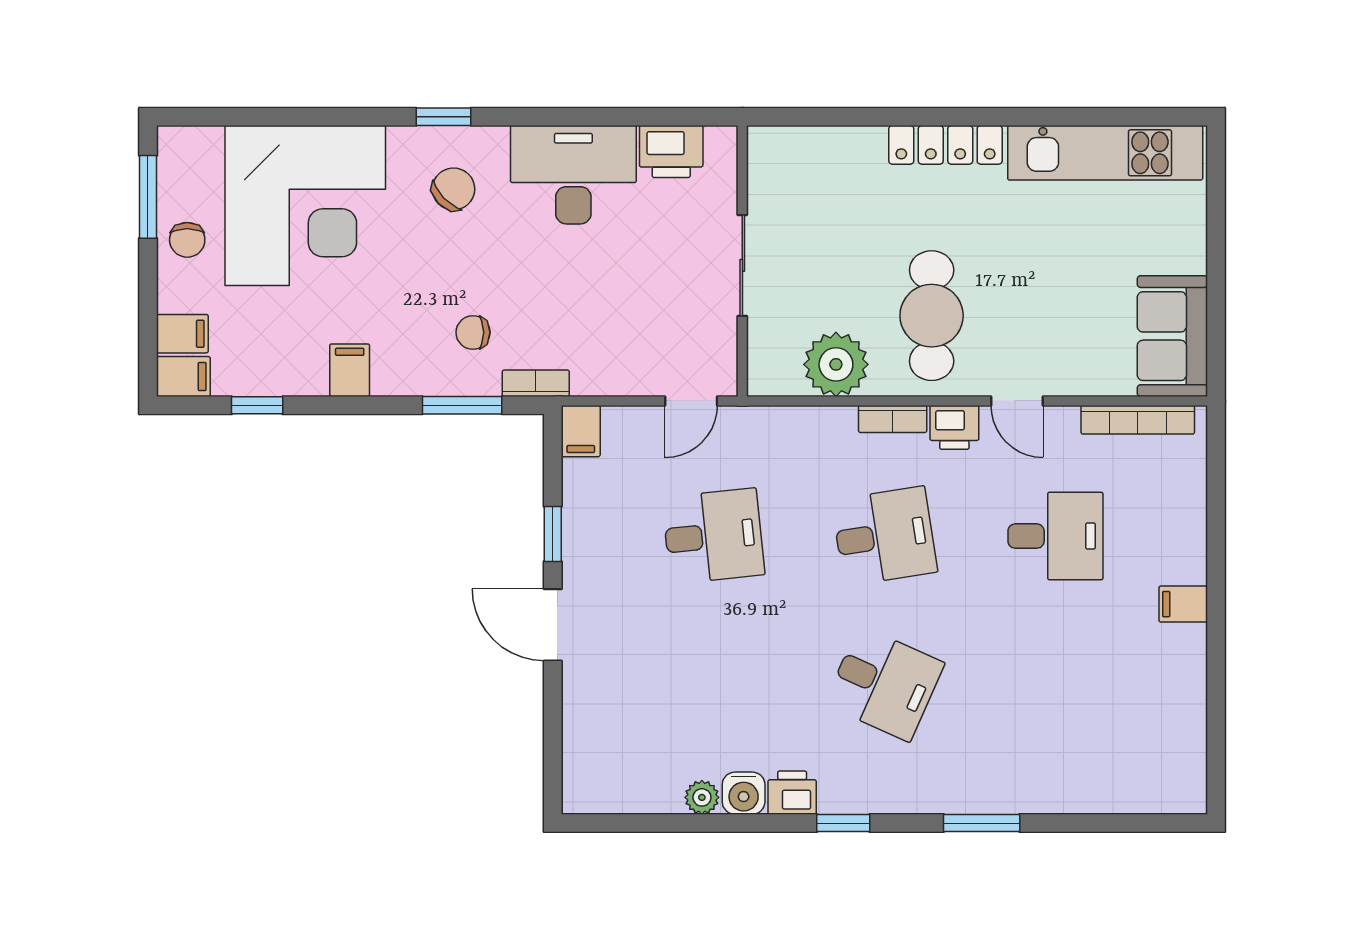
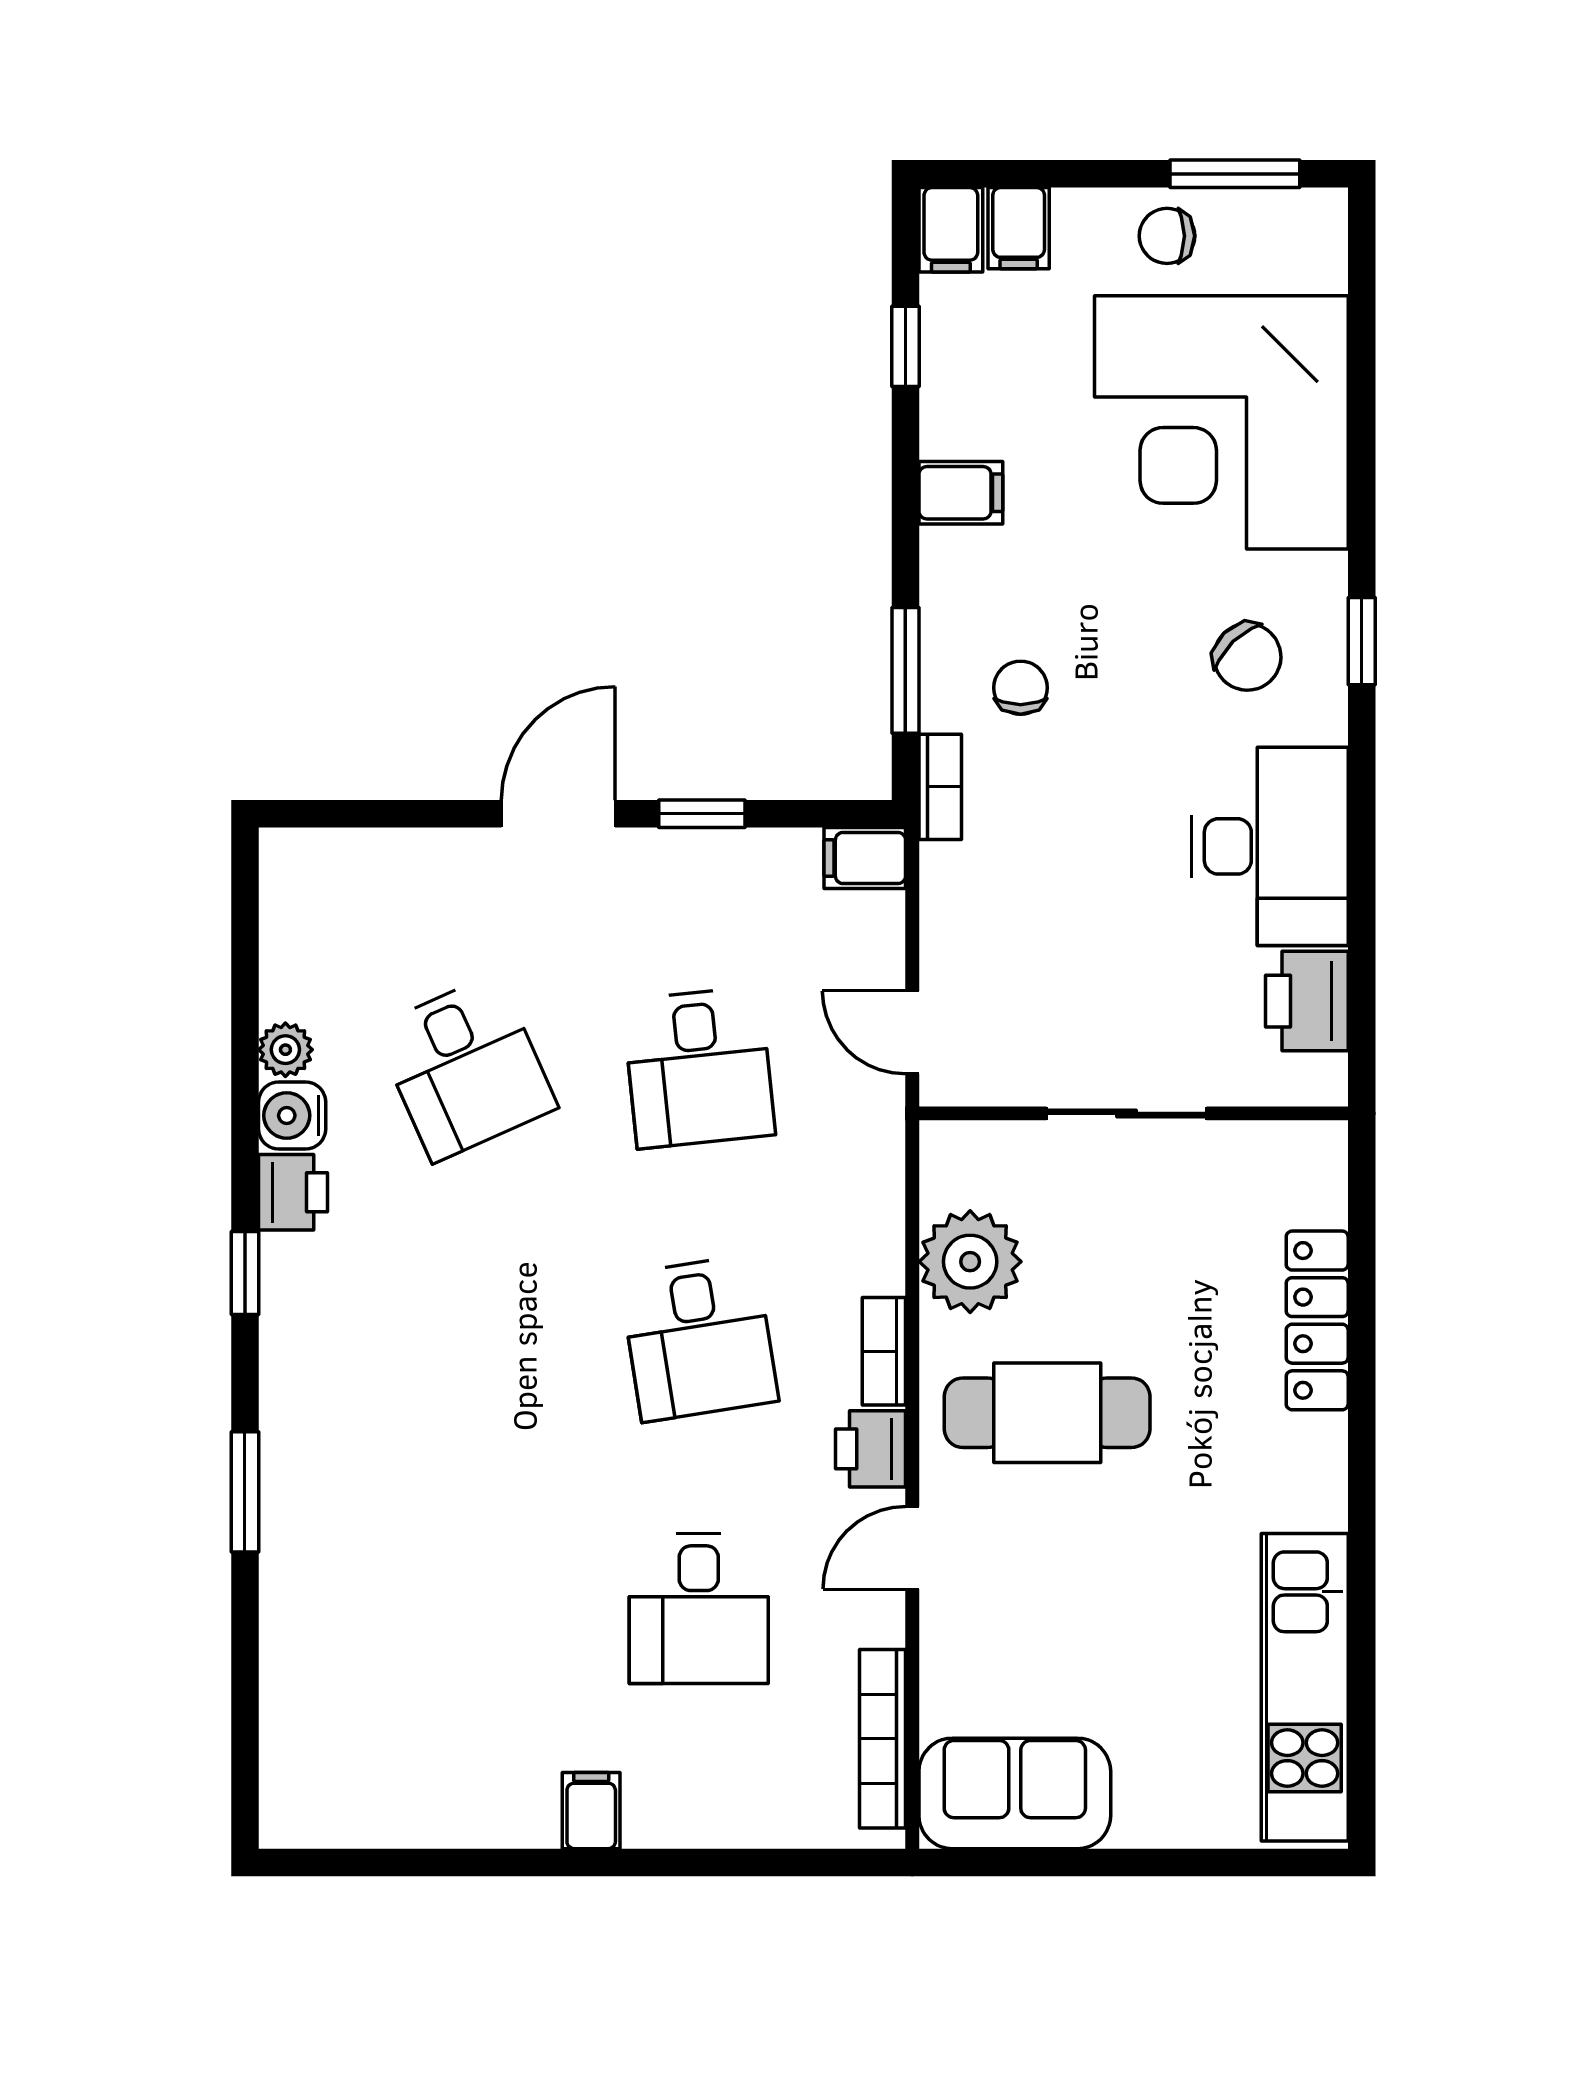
locker: (945, 145) -> (1317, 1320), moved
desk: (884, 684) -> (465, 1068), moved, turned -48

